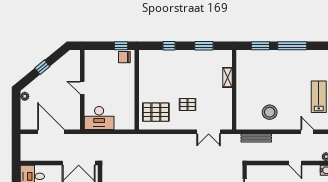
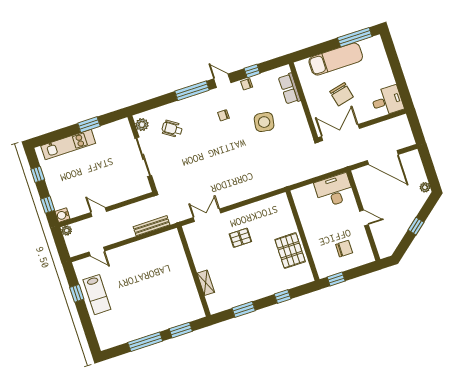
chair: (124, 57) -> (344, 249), moved
pallet: (156, 112) -> (290, 251), moved, turned 90
stool: (270, 112) -> (146, 259), removed

